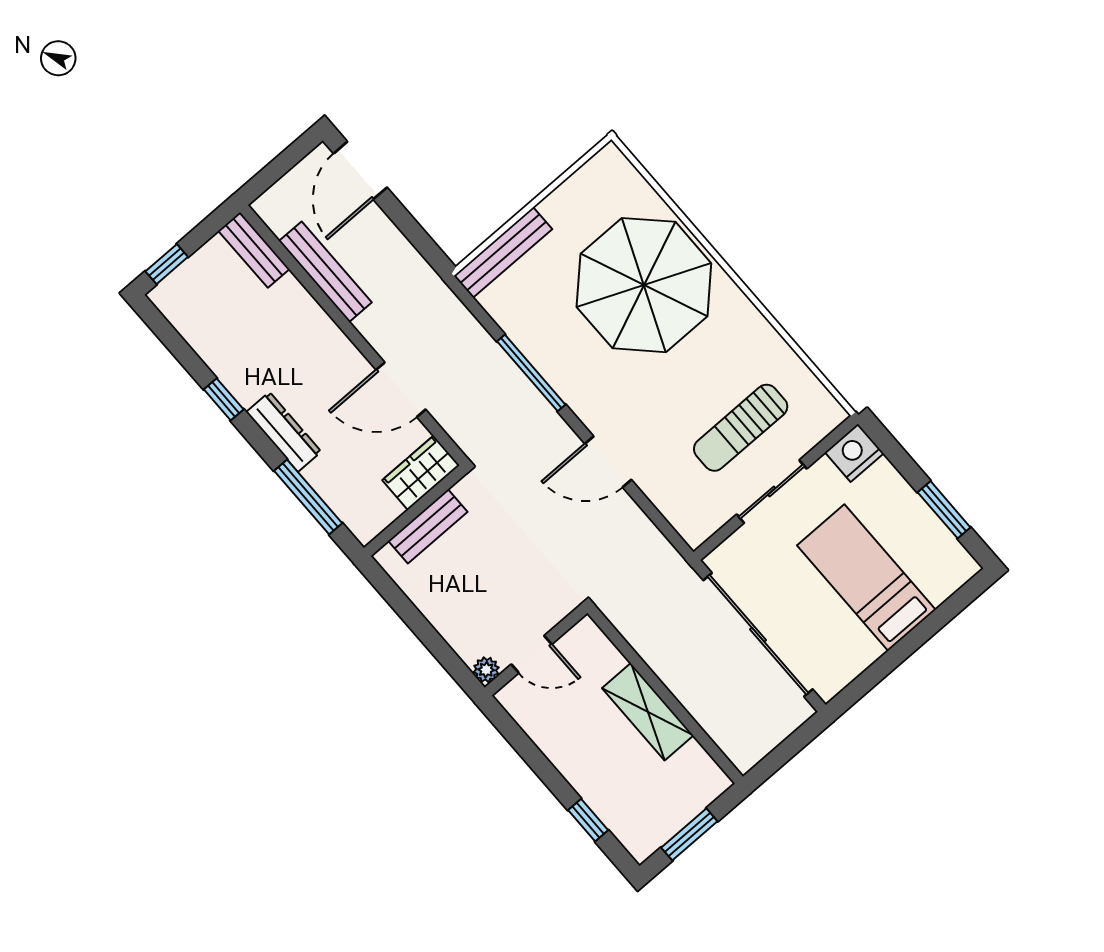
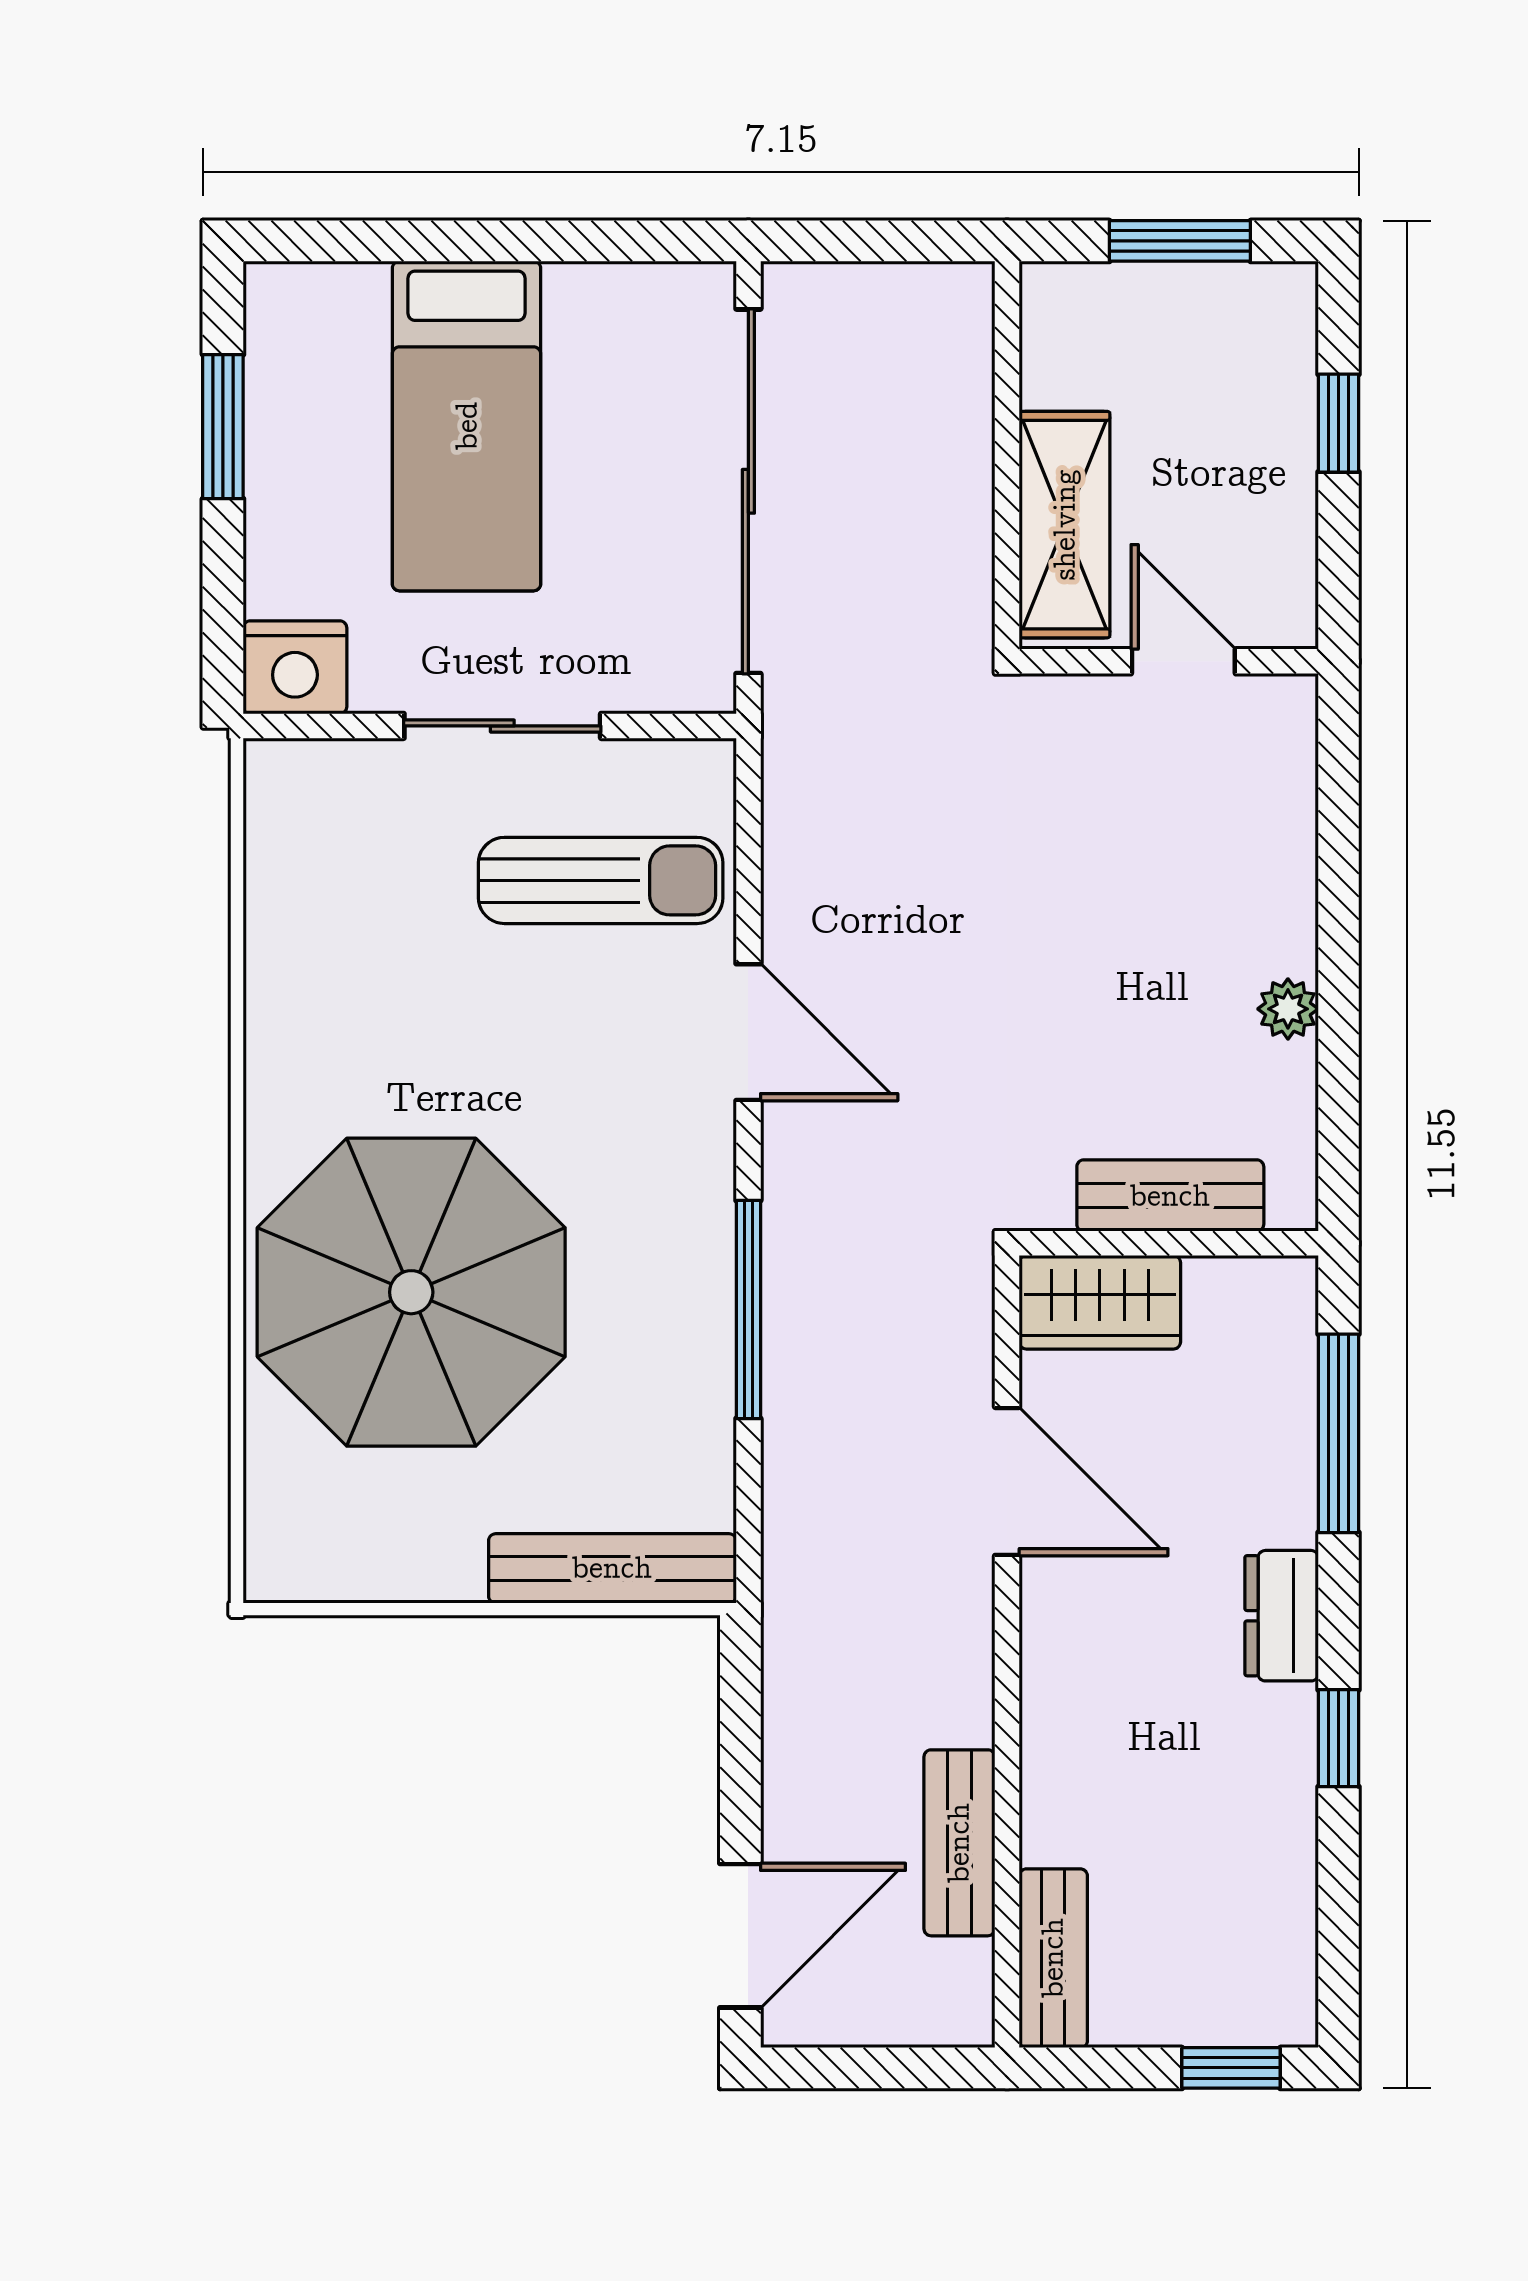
bench: (325, 272) -> (959, 1843), width x0.73
sun lounger: (741, 428) -> (601, 880), moved
dresser: (284, 432) -> (1282, 1616), width x0.70
wall: (536, 650) -> (1169, 661), moved
door: (531, 654) -> (1183, 661), moved
plant: (486, 670) -> (1288, 1009), moved

